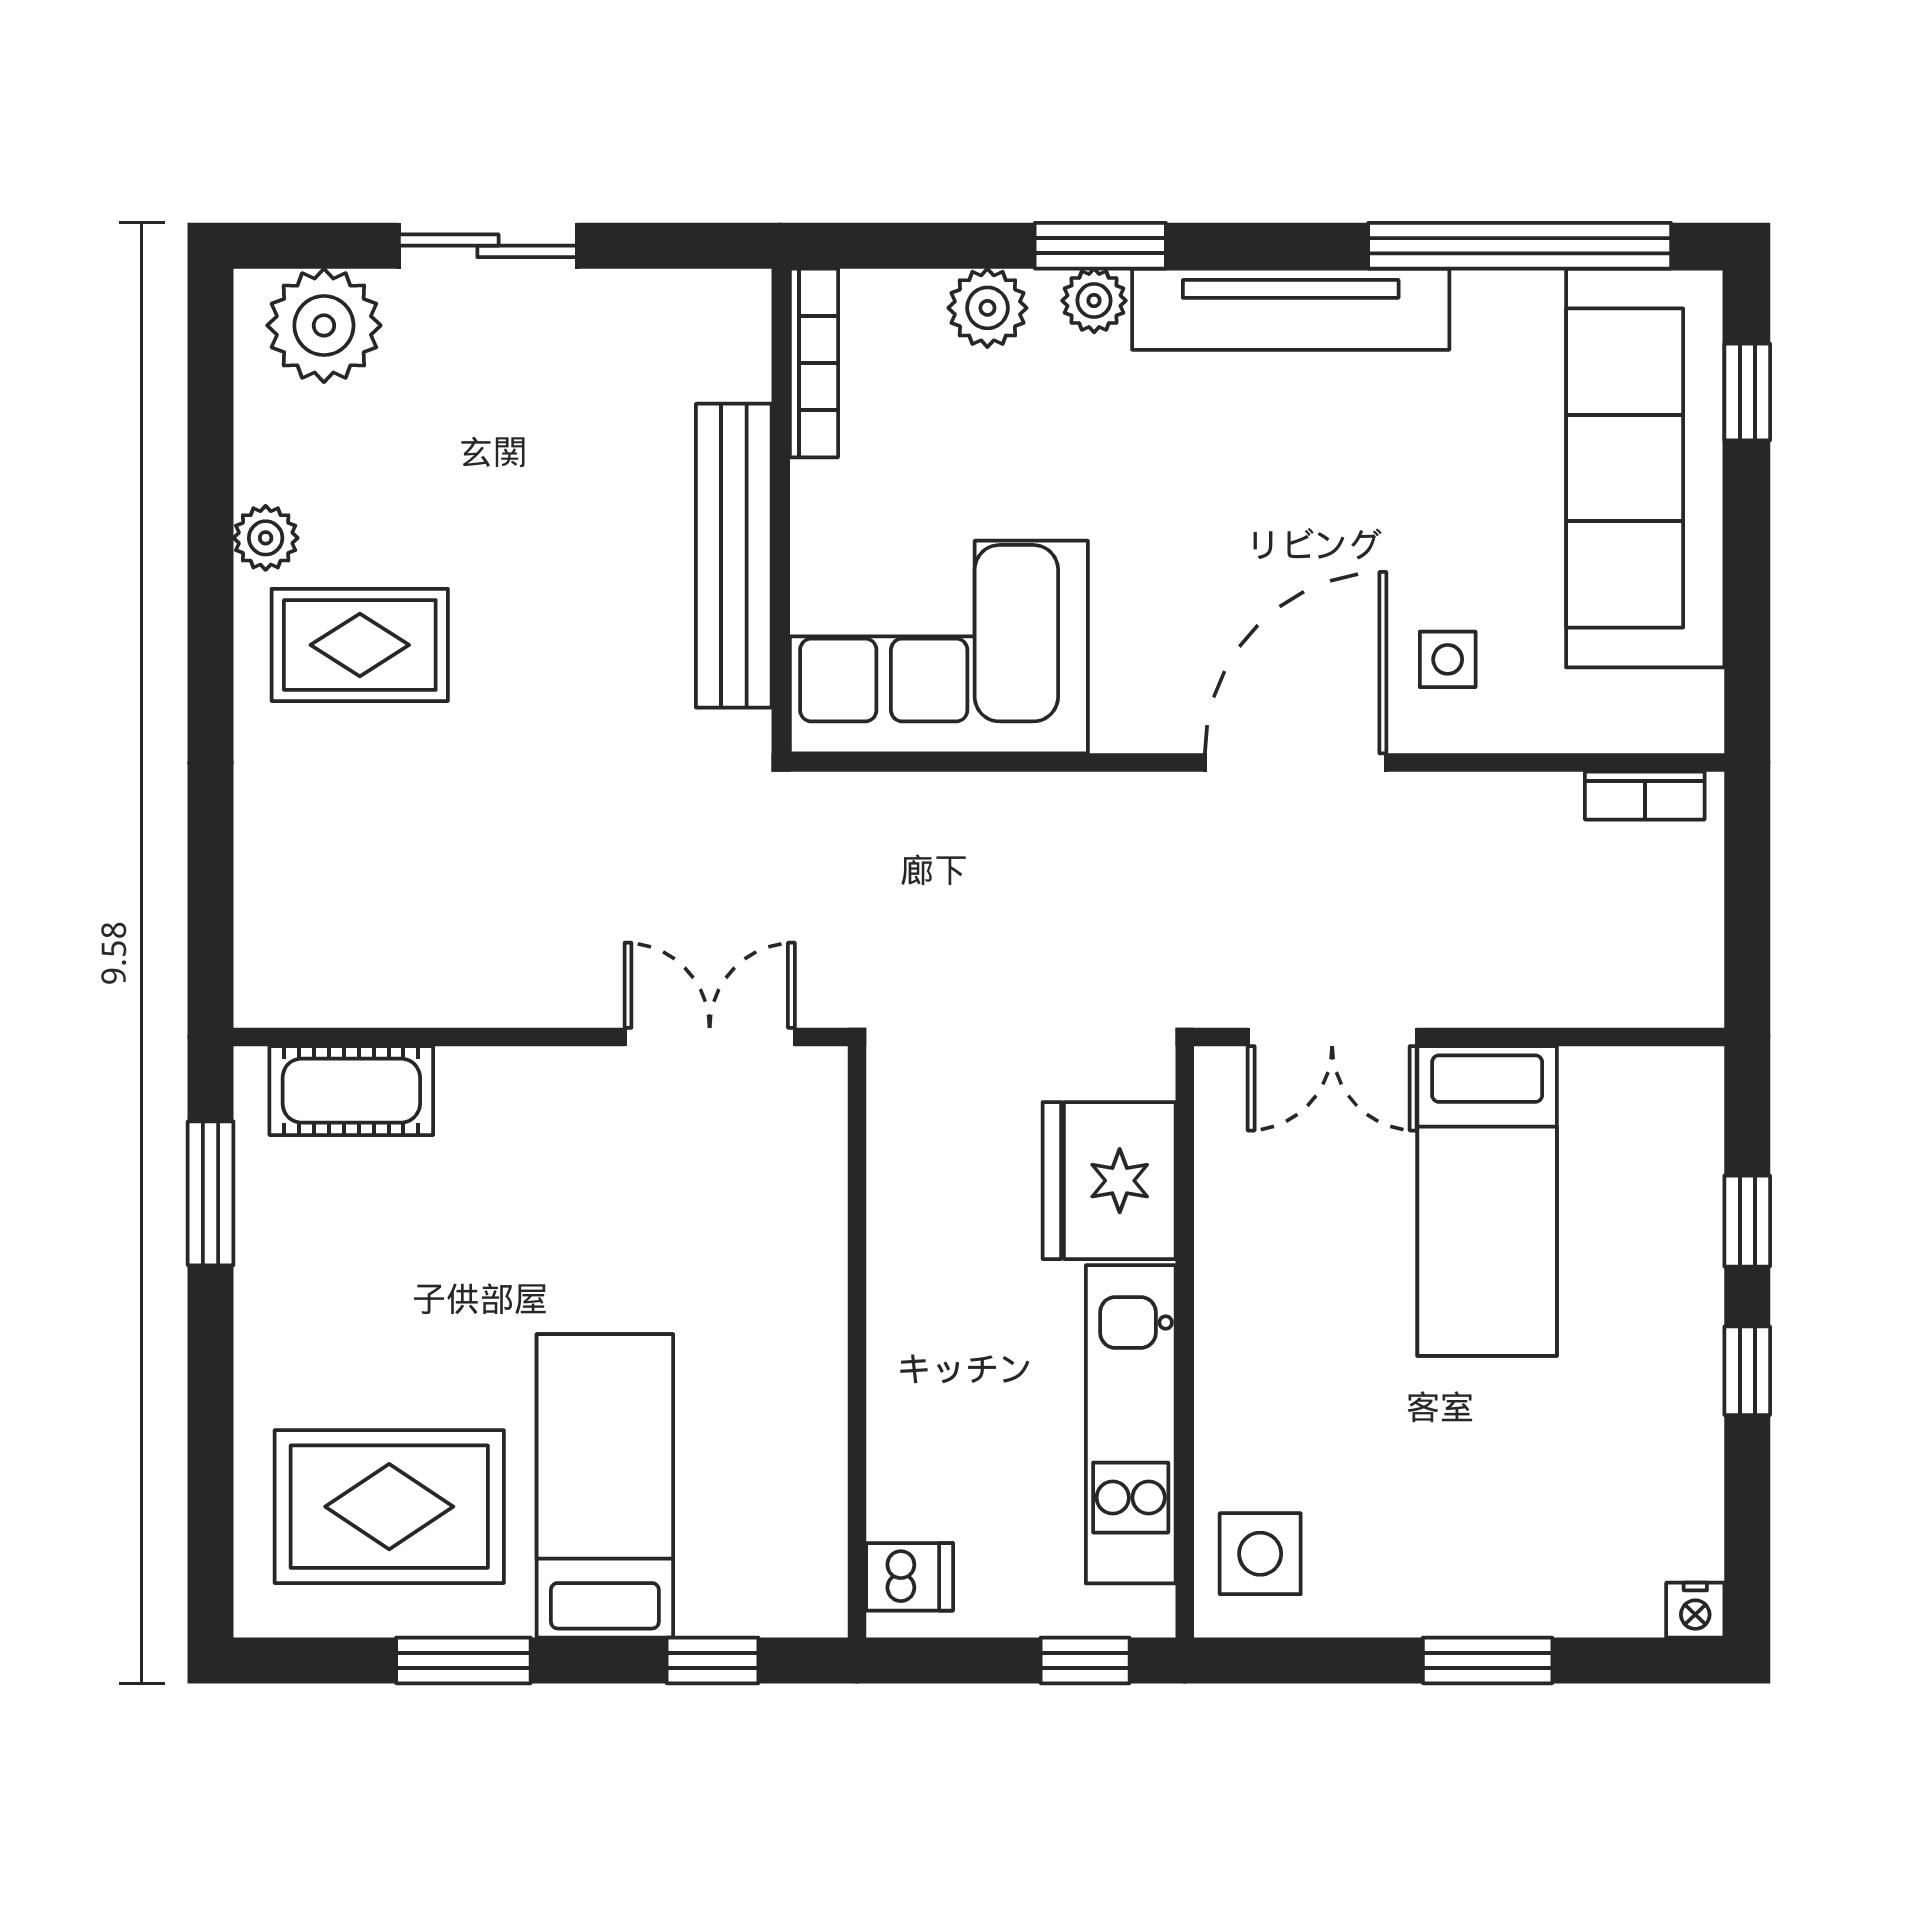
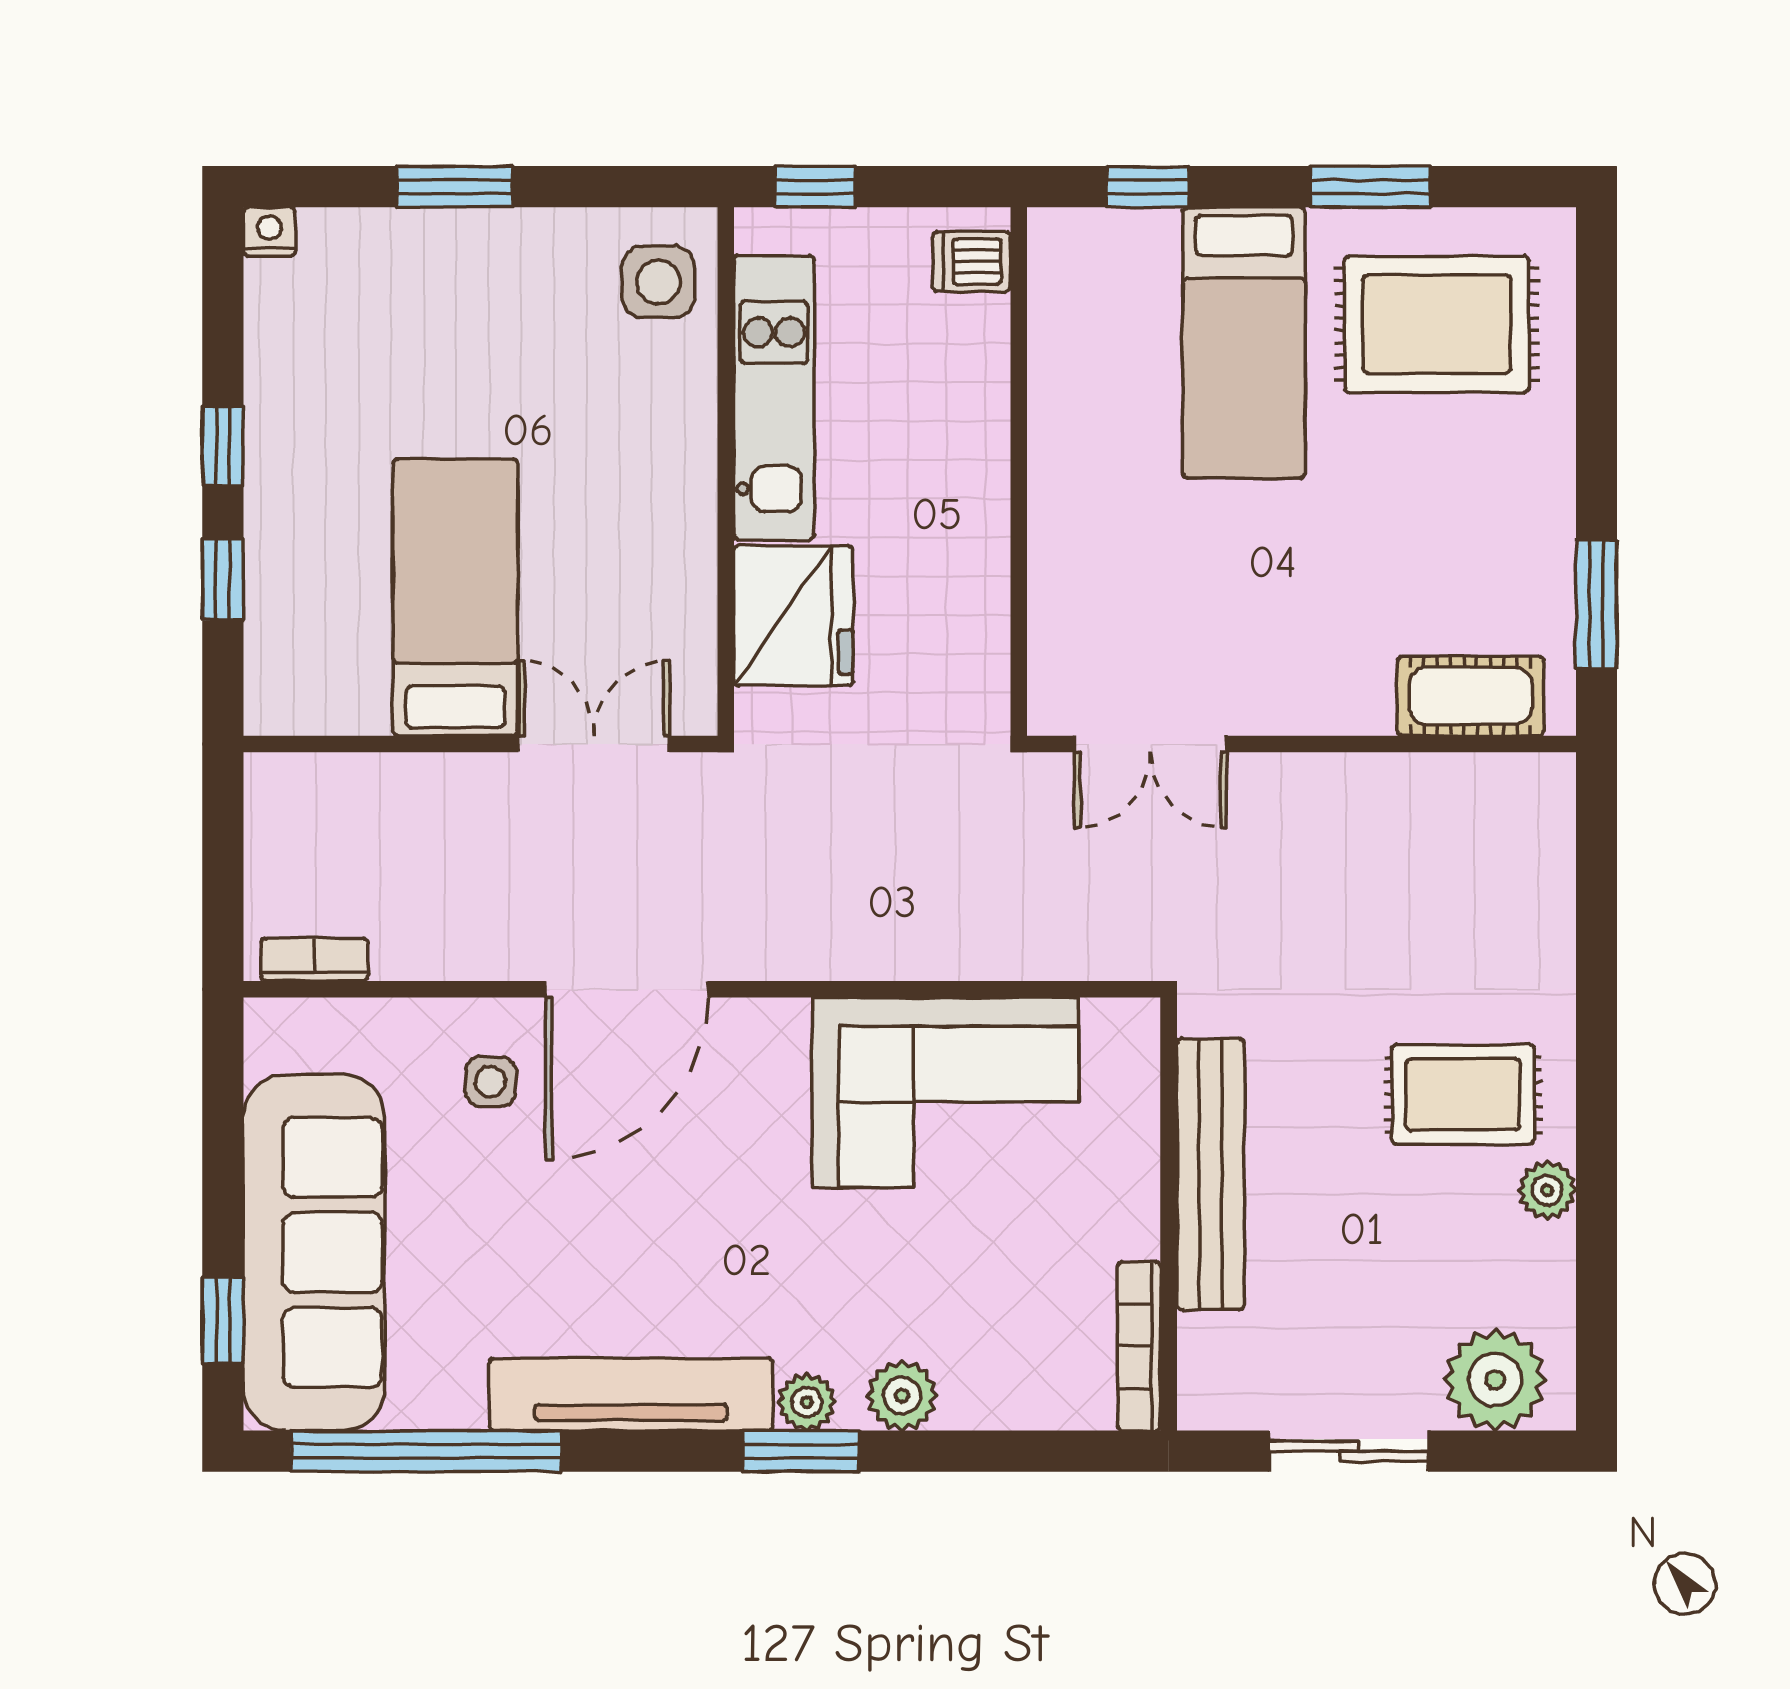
bookcase: (814, 363) -> (1139, 1346), moved
wall: (781, 511) -> (1169, 1214), moved
bench: (734, 556) -> (1211, 1174), moved

